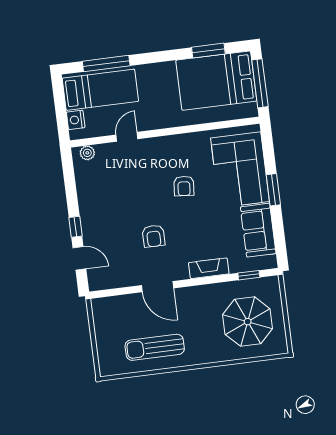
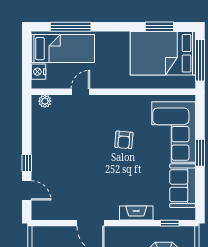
armchair: (154, 236) -> (92, 179), removed

